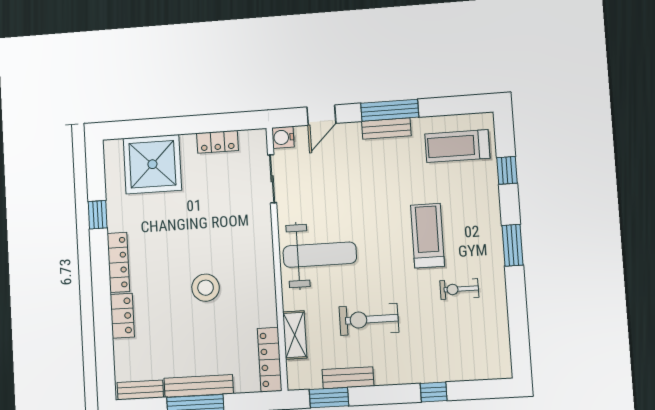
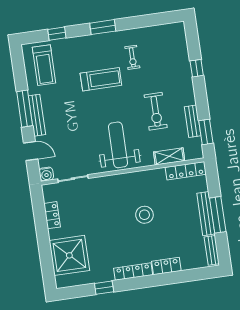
bench: (386, 128) -> (37, 115), width x1.36
treadmill: (427, 236) -> (101, 79), turned 180

